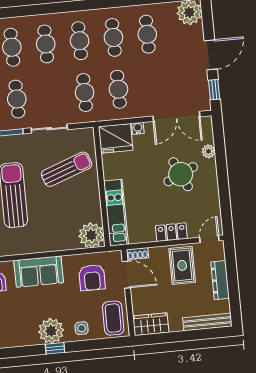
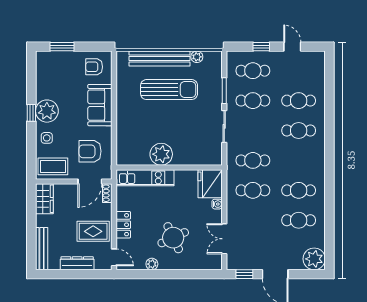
cafe table: (80, 41) -> (299, 160), removed
double door: (176, 116) -> (224, 239), width x0.73
plant: (209, 151) -> (152, 264), moved
sun lounger: (67, 169) -> (187, 138), removed
plant: (91, 235) -> (161, 154), moved

